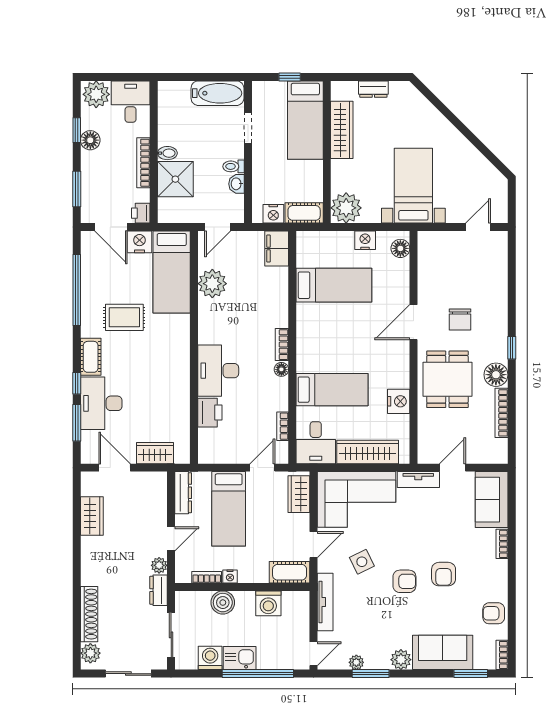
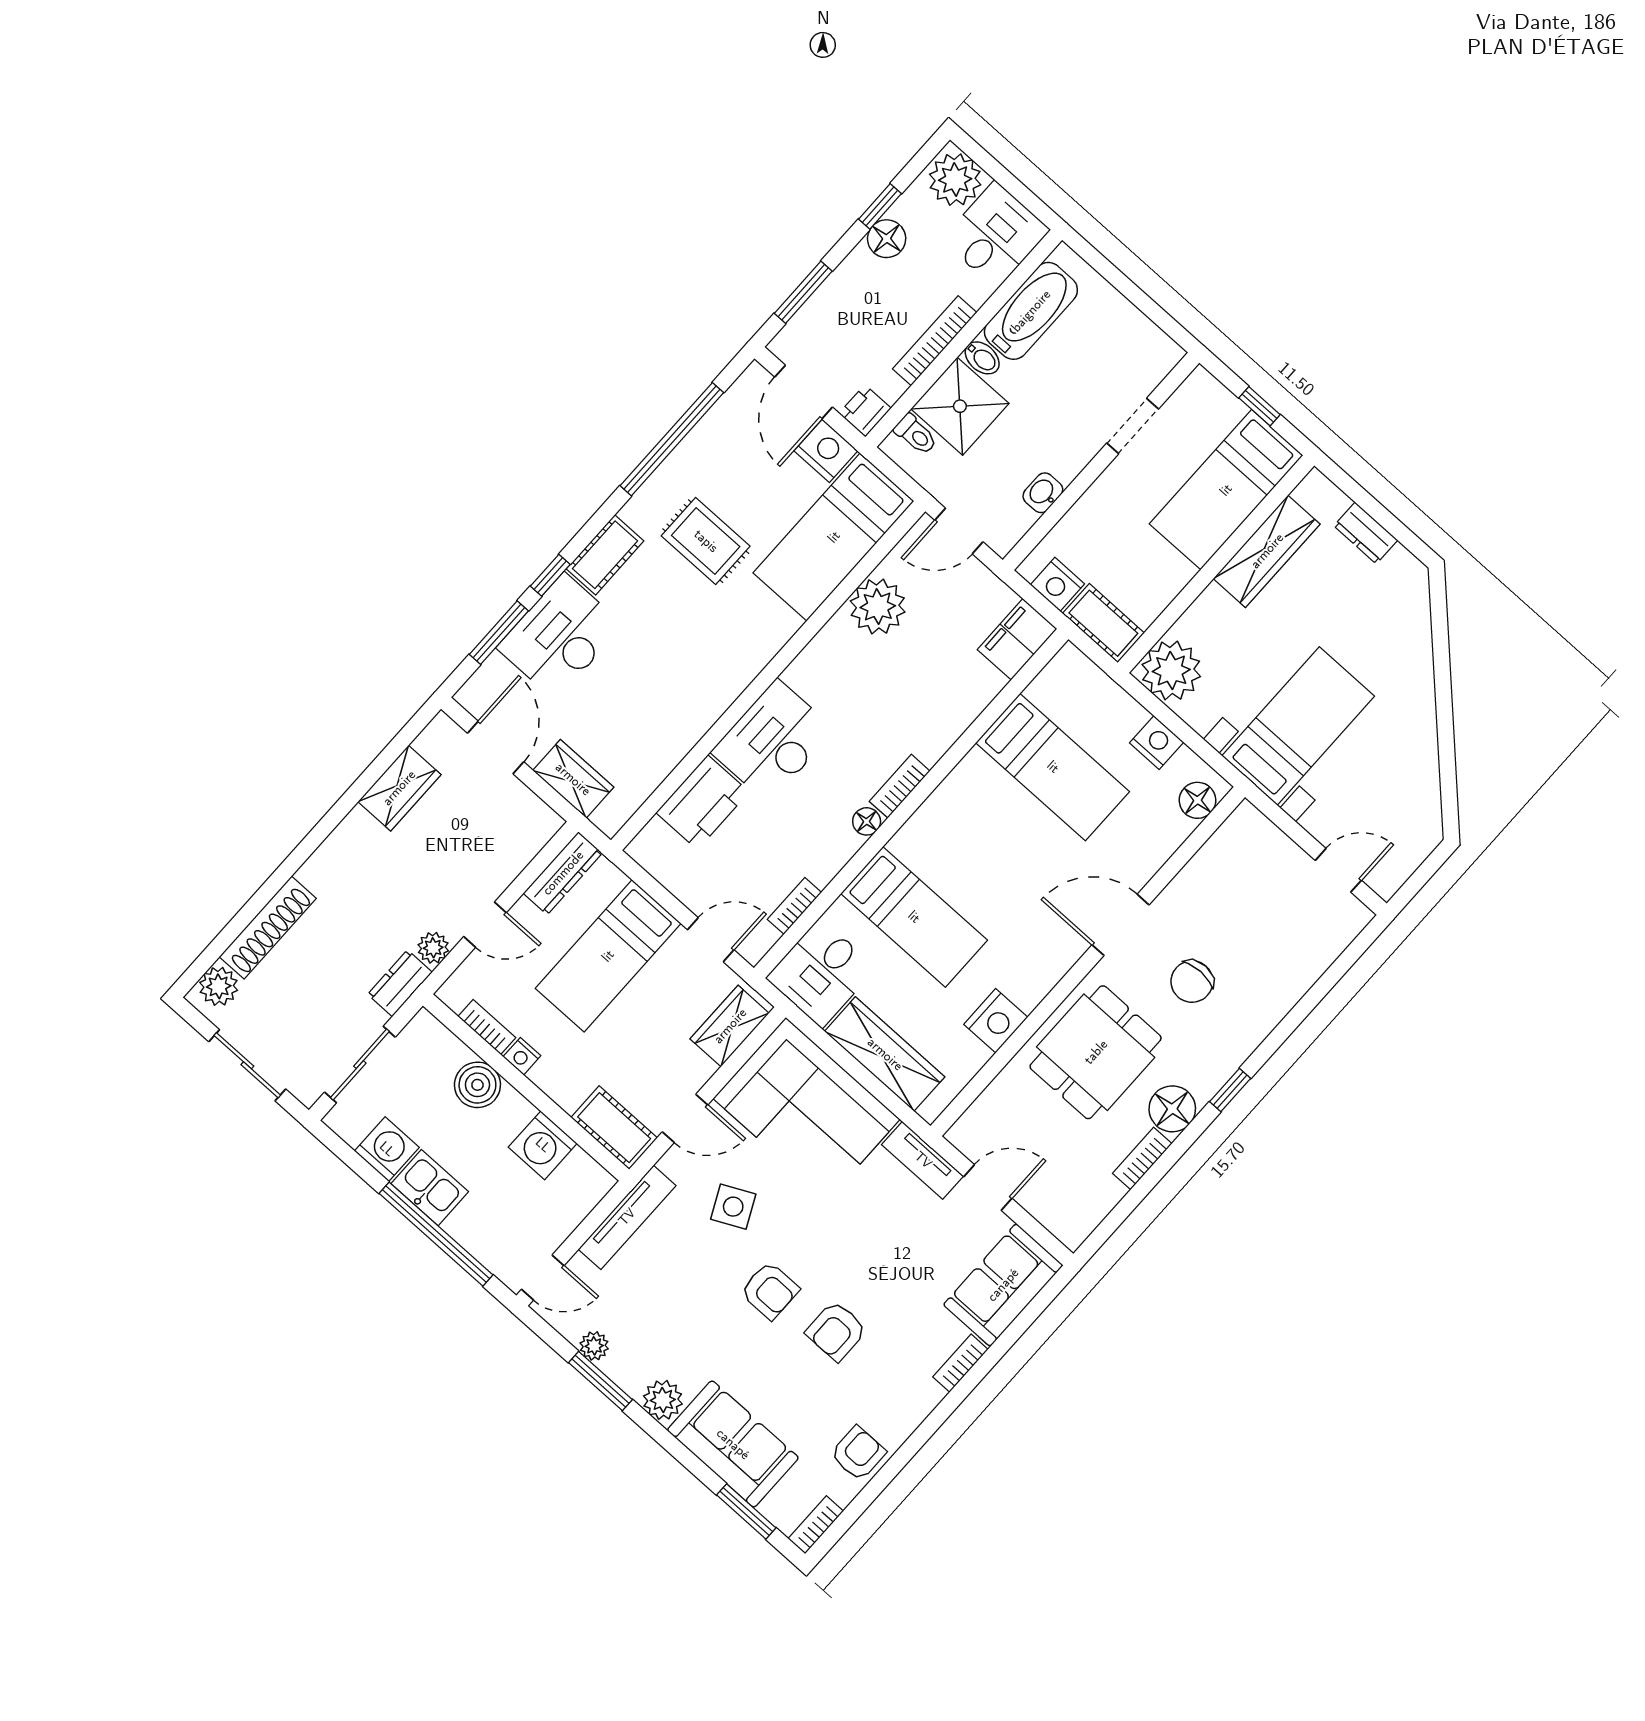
bathtub: (217, 93) -> (1031, 311), moved, turned -90
toilet: (234, 166) -> (916, 435), moved, turned 180
printer: (210, 413) -> (703, 802), width x1.37, depth x1.19
bookcase: (501, 413) -> (1142, 1159), width x0.64
armchair: (494, 613) -> (858, 1453), turned 90

